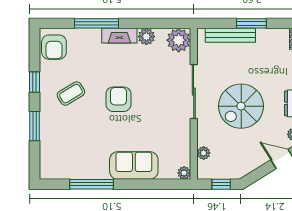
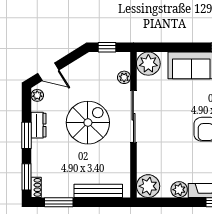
window: (251, 23) -> (59, 202), moved
sliding door: (194, 91) -> (133, 117), moved
plant: (184, 173) -> (148, 64), width x1.87, depth x1.87

